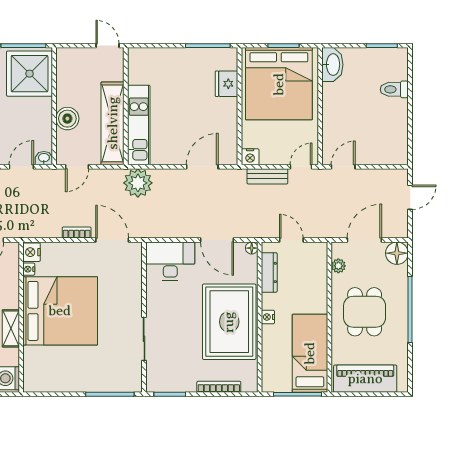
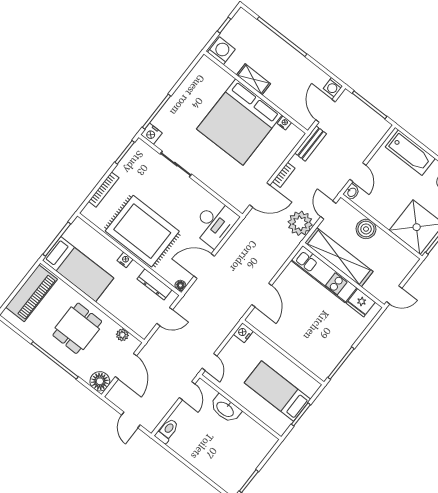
washbasin: (332, 65) -> (225, 409), moved
fridge: (226, 84) -> (361, 303), moved, turned 180
bed: (279, 84) -> (278, 391), width x0.49
toilet: (394, 89) -> (167, 431), moved
bench: (267, 176) -> (311, 143), moved
plant: (138, 183) -> (300, 223), moved
nightstand: (32, 252) -> (151, 134), moved, turned 180
dining table: (365, 312) -> (77, 328), turned 90

